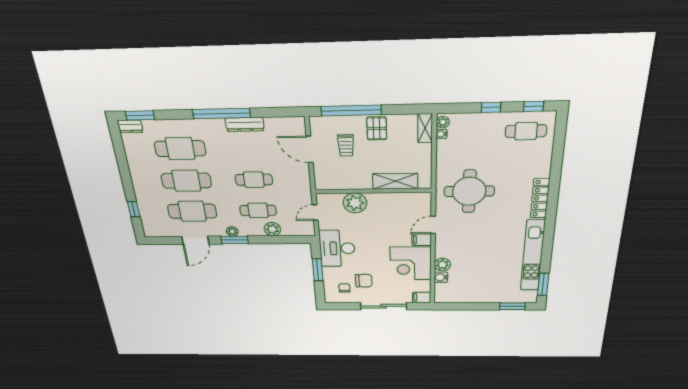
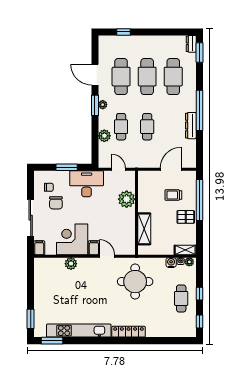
cafe table: (526, 131) -> (181, 298), moved
water cooler: (441, 277) -> (171, 263), moved

